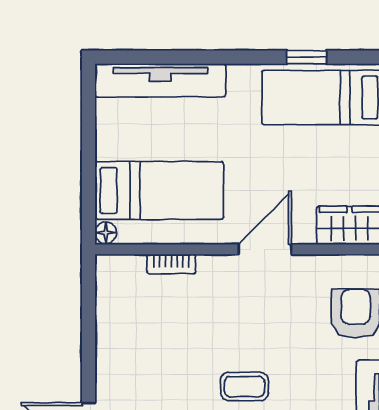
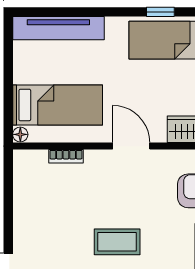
door: (265, 249) -> (131, 146), hinge flipped
coffee table: (244, 387) -> (117, 242), width x1.36, depth x1.30

